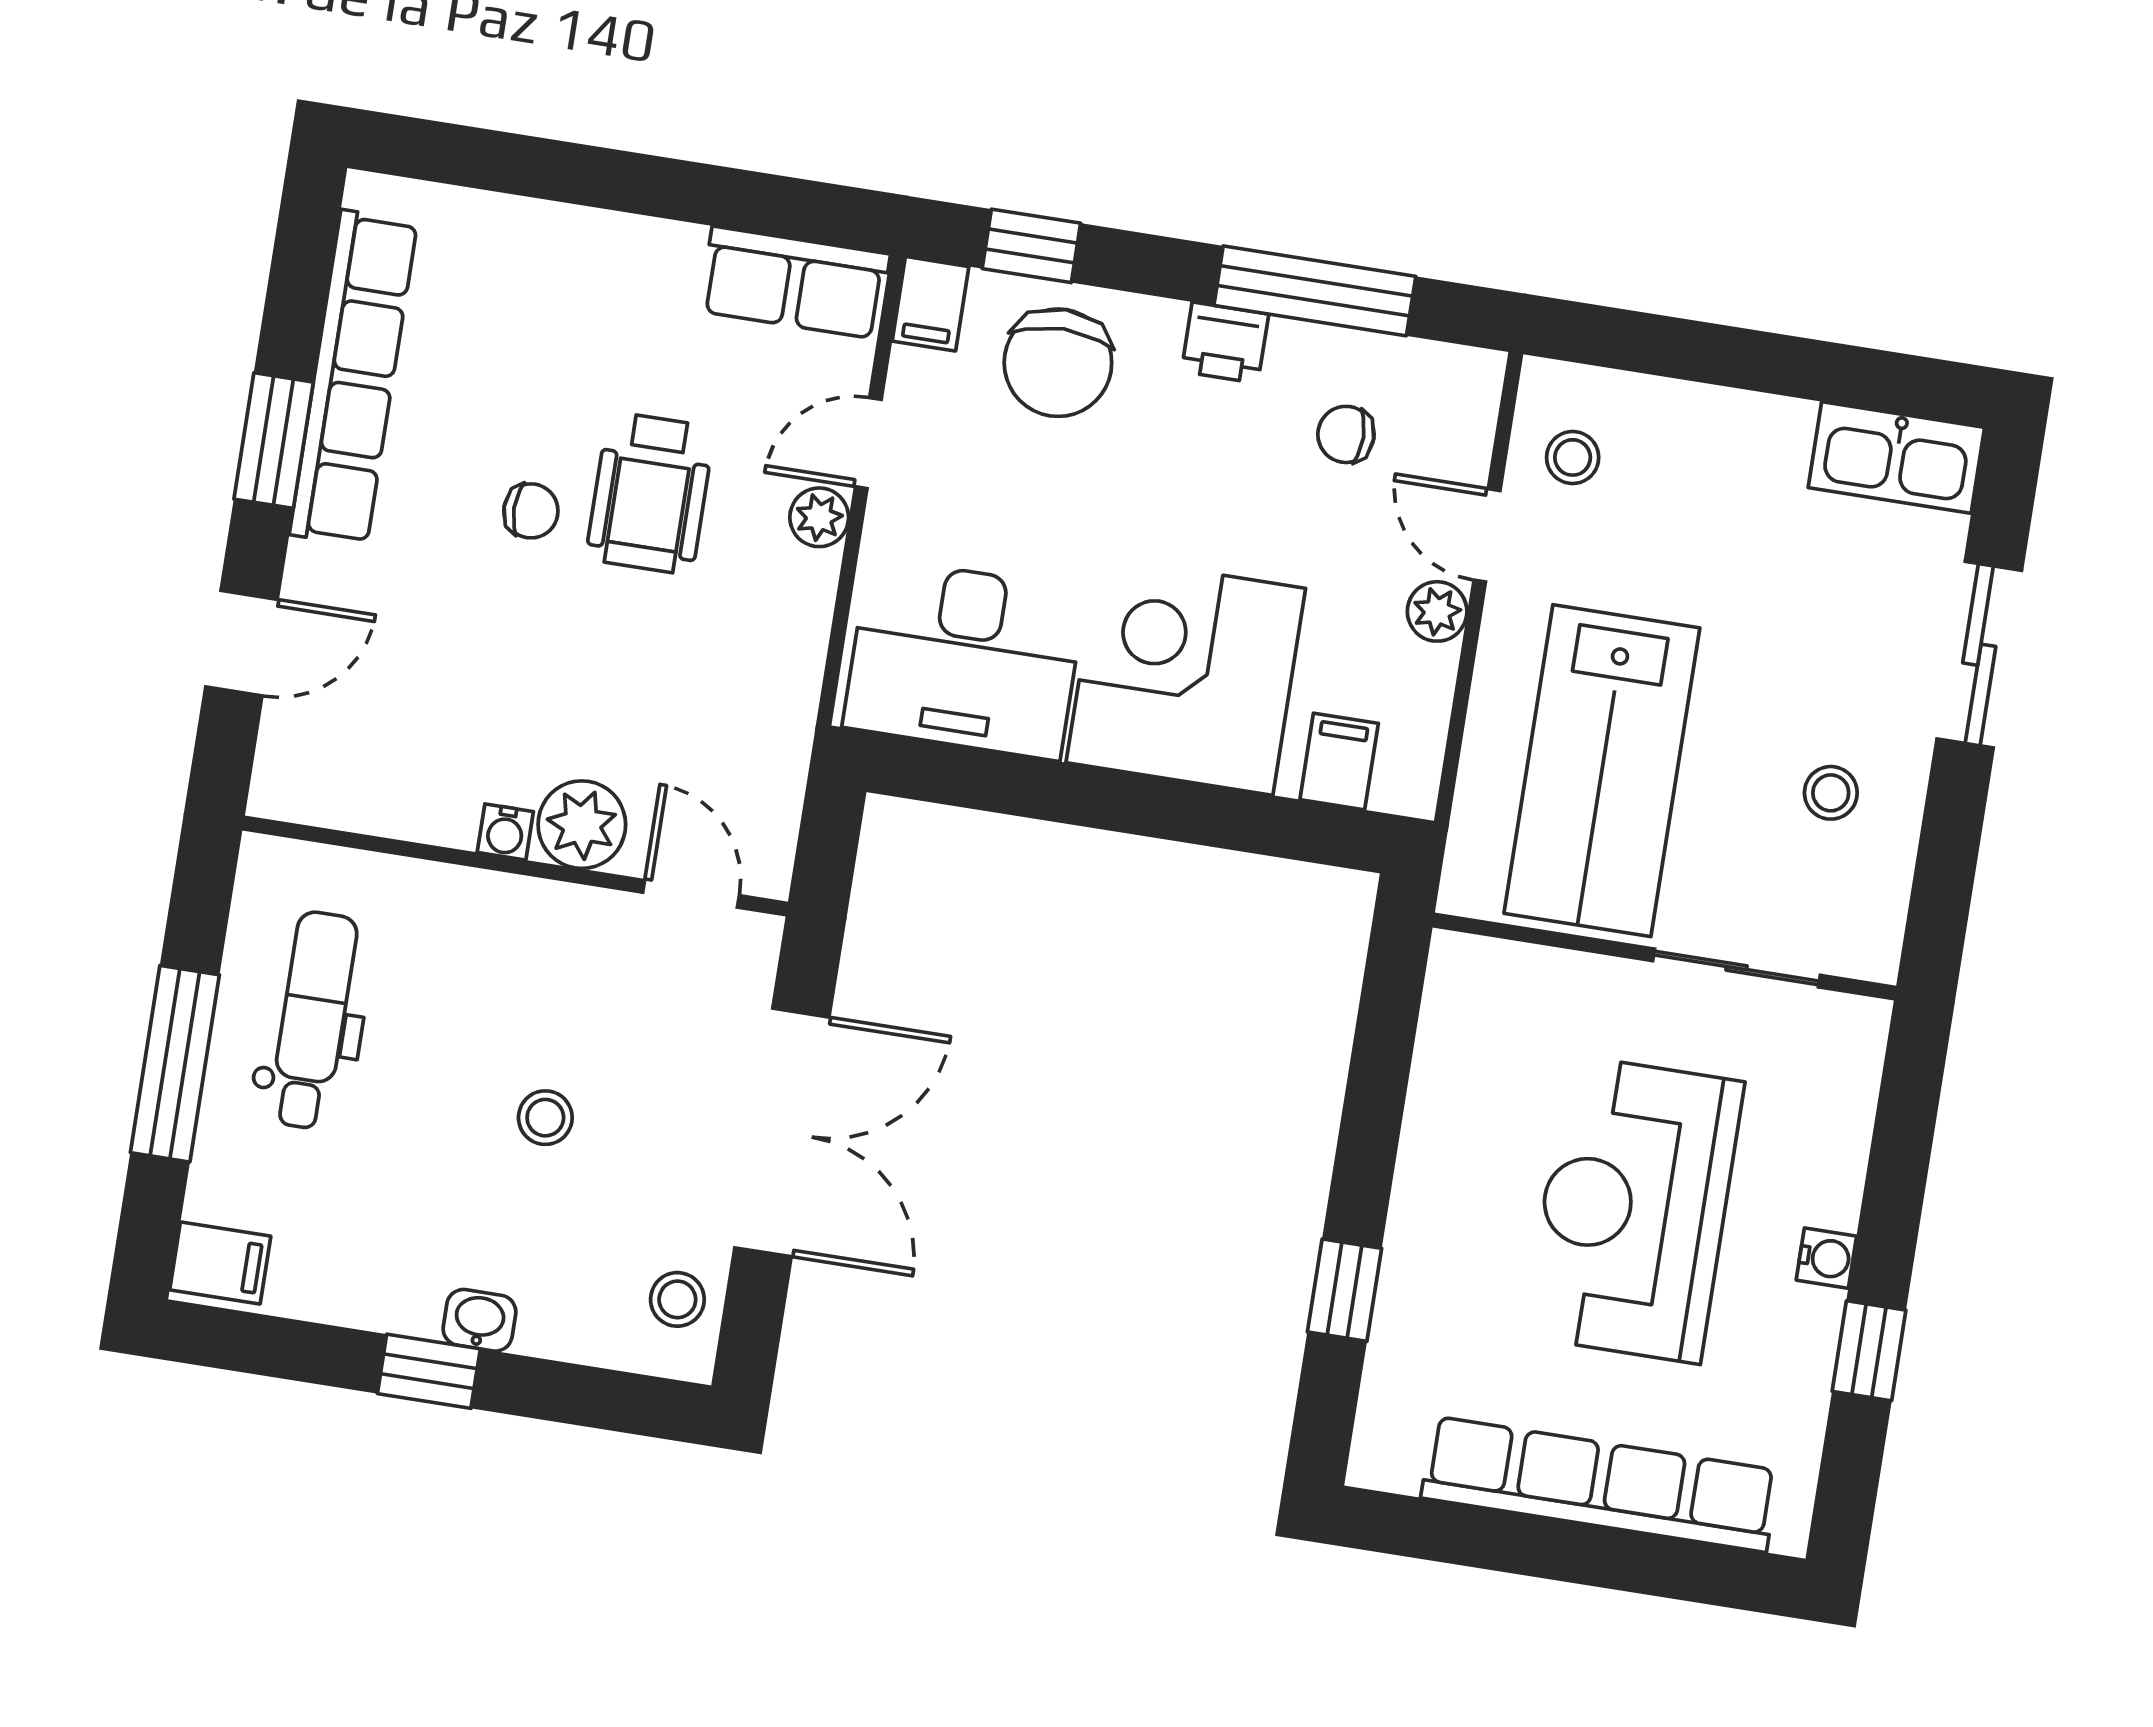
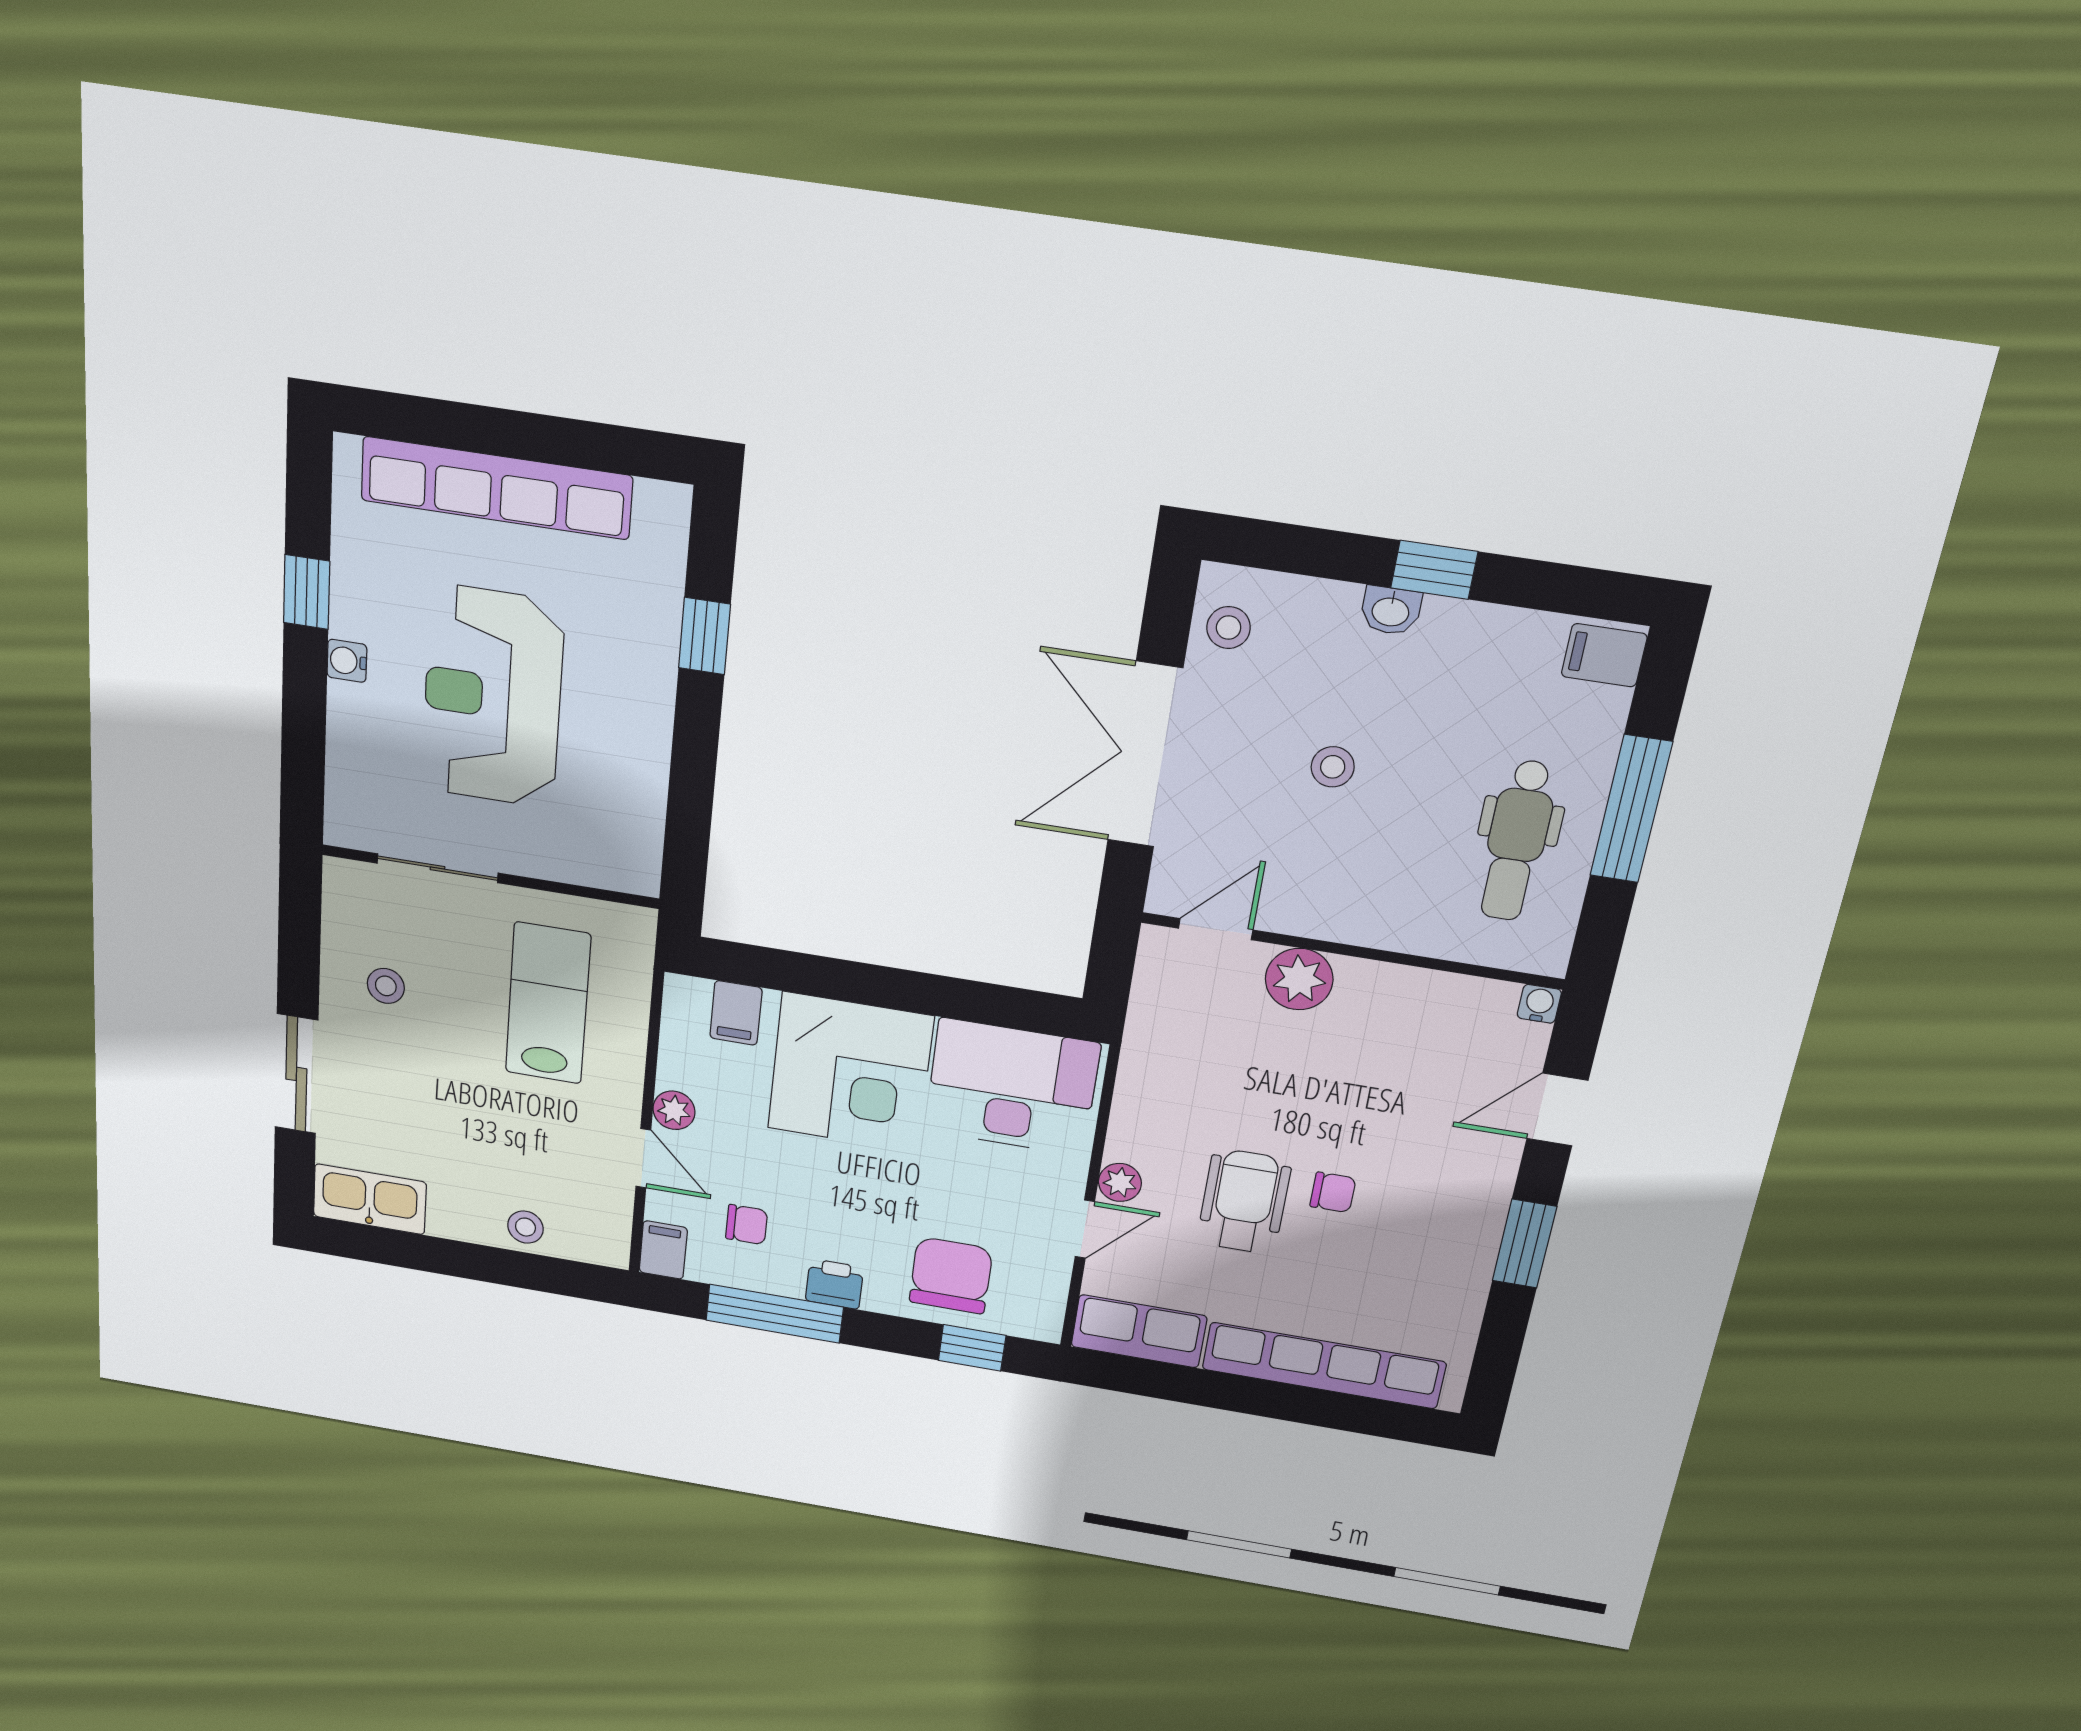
filing cabinet: (930, 304) -> (663, 1250), moved
row of seats: (354, 378) -> (1324, 1366), moved, turned 90
stool: (1573, 457) -> (525, 1227), moved
chair: (531, 511) -> (1333, 1192), turned 180
lab bench: (1602, 771) -> (548, 1003), width x0.73, depth x0.72
water cooler: (505, 832) -> (1539, 1004), moved
door: (691, 894) -> (1216, 929), swing flipped
reception desk: (1634, 1209) -> (493, 697), turned 180

